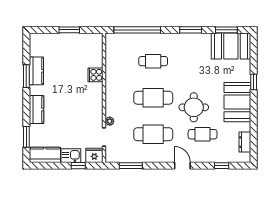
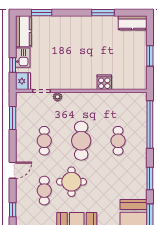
kitchen counter: (36, 71) -> (133, 23), moved
kitchen counter: (36, 109) -> (69, 23), removed
cafe table: (153, 134) -> (44, 141), width x0.73, depth x0.74

